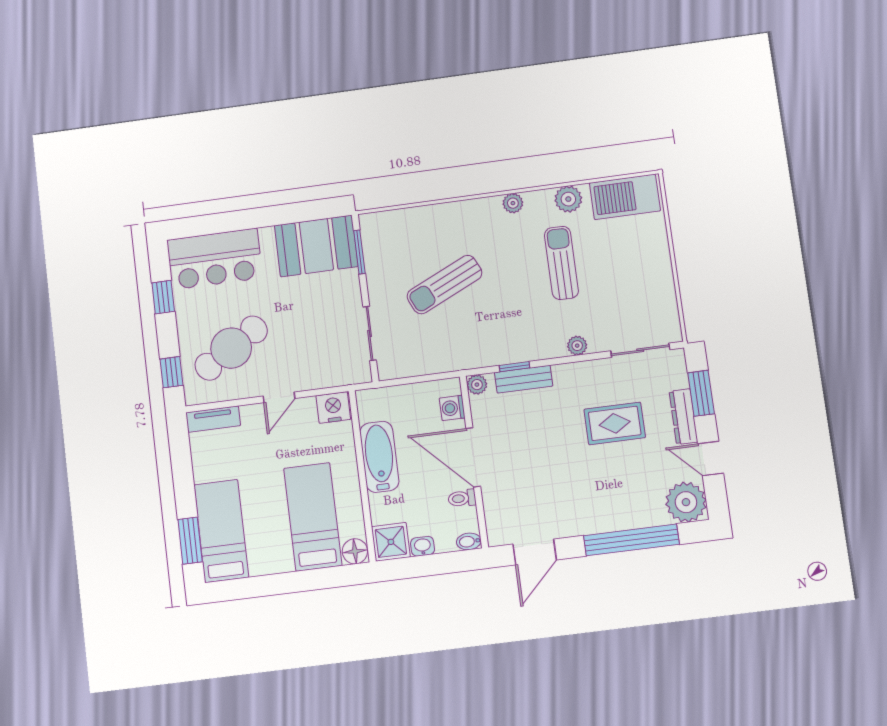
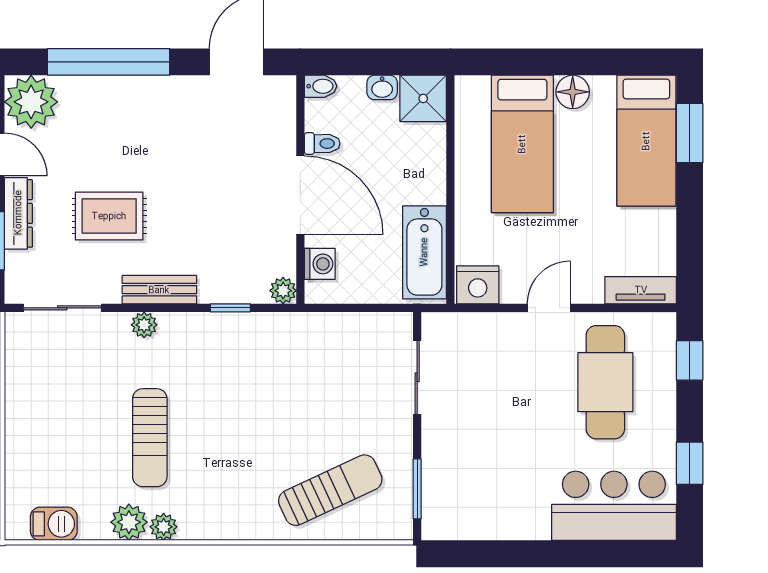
barbecue: (625, 197) -> (54, 524), width x0.53, depth x0.65
plant: (513, 203) -> (164, 527), moved
booth: (316, 246) -> (474, 505), removed
sun lounger: (444, 285) -> (330, 490), moved
cafe table: (231, 348) -> (605, 382), turned -58
bench: (524, 379) -> (159, 290), moved
bathtub: (379, 457) -> (424, 252), moved
floor lamp: (355, 551) -> (573, 92), moved

